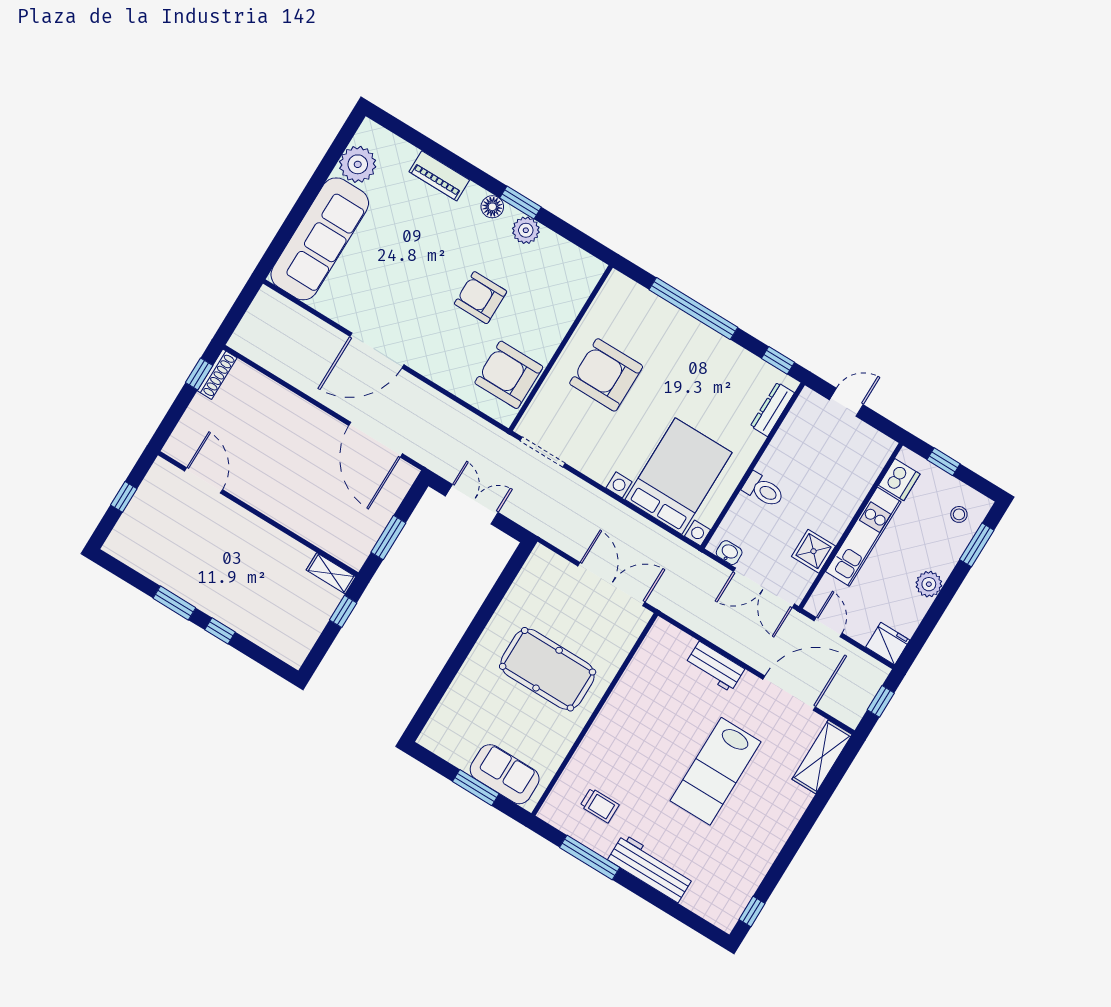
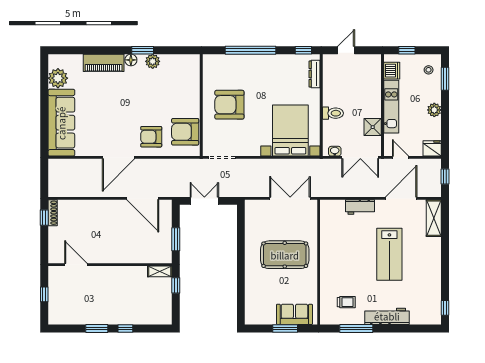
piano: (439, 176) -> (104, 63), width x1.37, depth x1.33
armchair: (481, 298) -> (151, 137), moved

